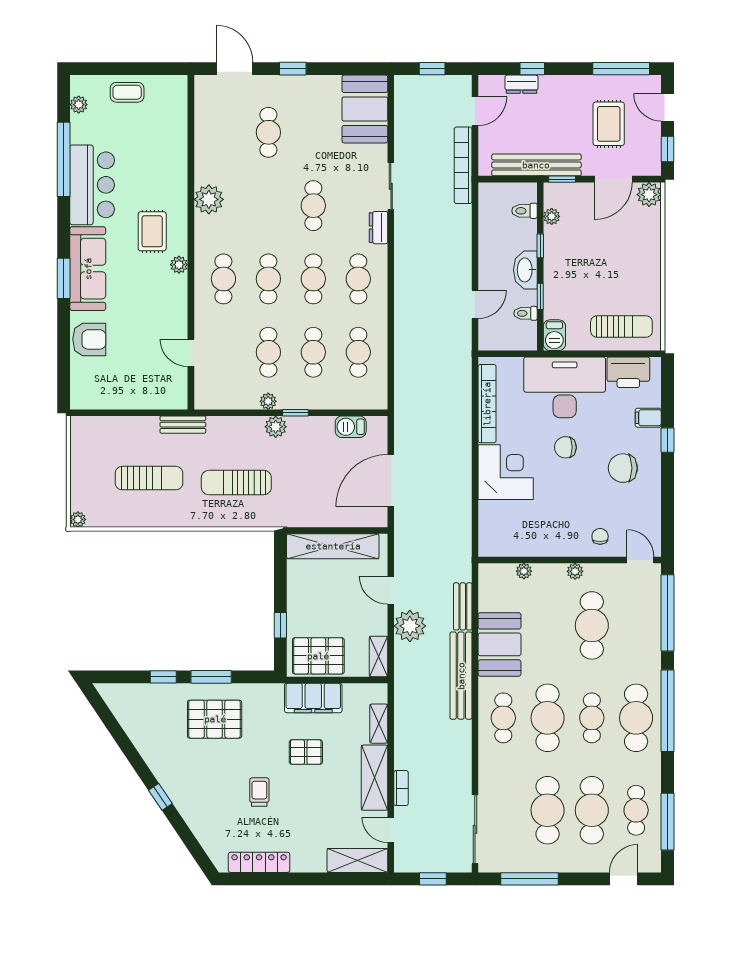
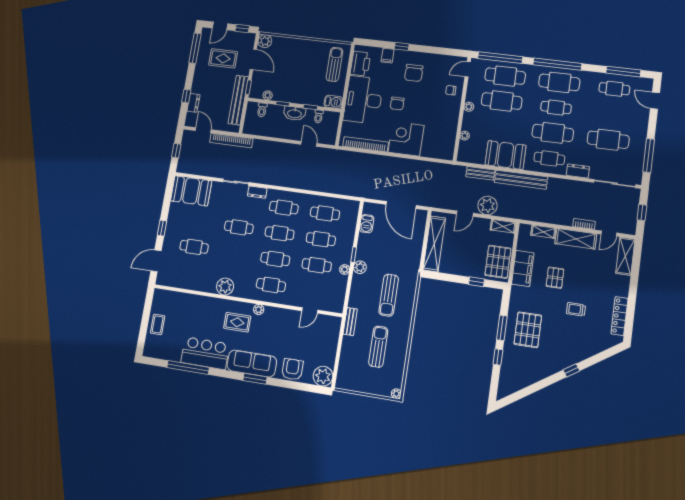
plant: (79, 105) -> (323, 376), moved, width x1.87, depth x1.87
dresser: (488, 767) -> (578, 171), added
cafe table: (592, 810) -> (505, 76), moved

